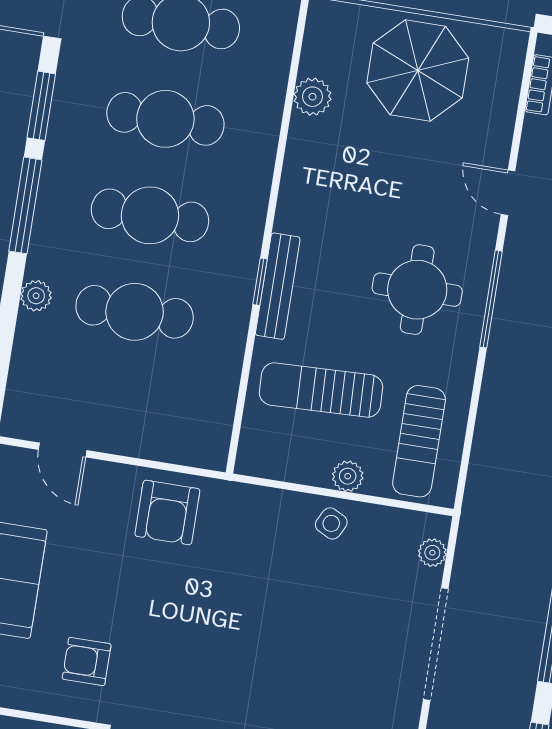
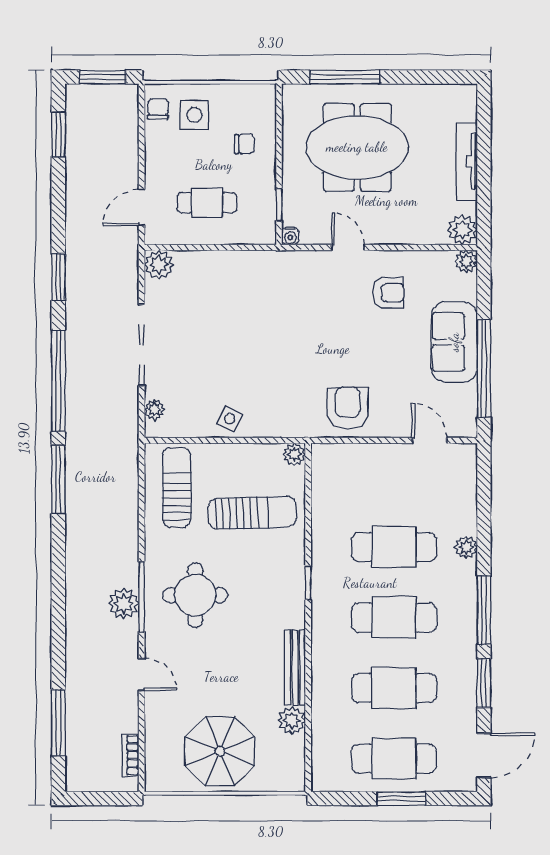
bench: (278, 286) -> (295, 667), moved
plant: (517, 294) -> (124, 604), added
plant: (348, 476) -> (294, 454), moved

